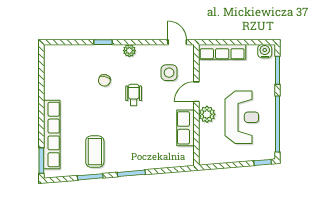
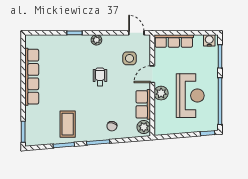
chair: (104, 80) -> (112, 126), moved
row of seats: (52, 134) -> (32, 77), moved
plant: (186, 155) -> (144, 127), added

